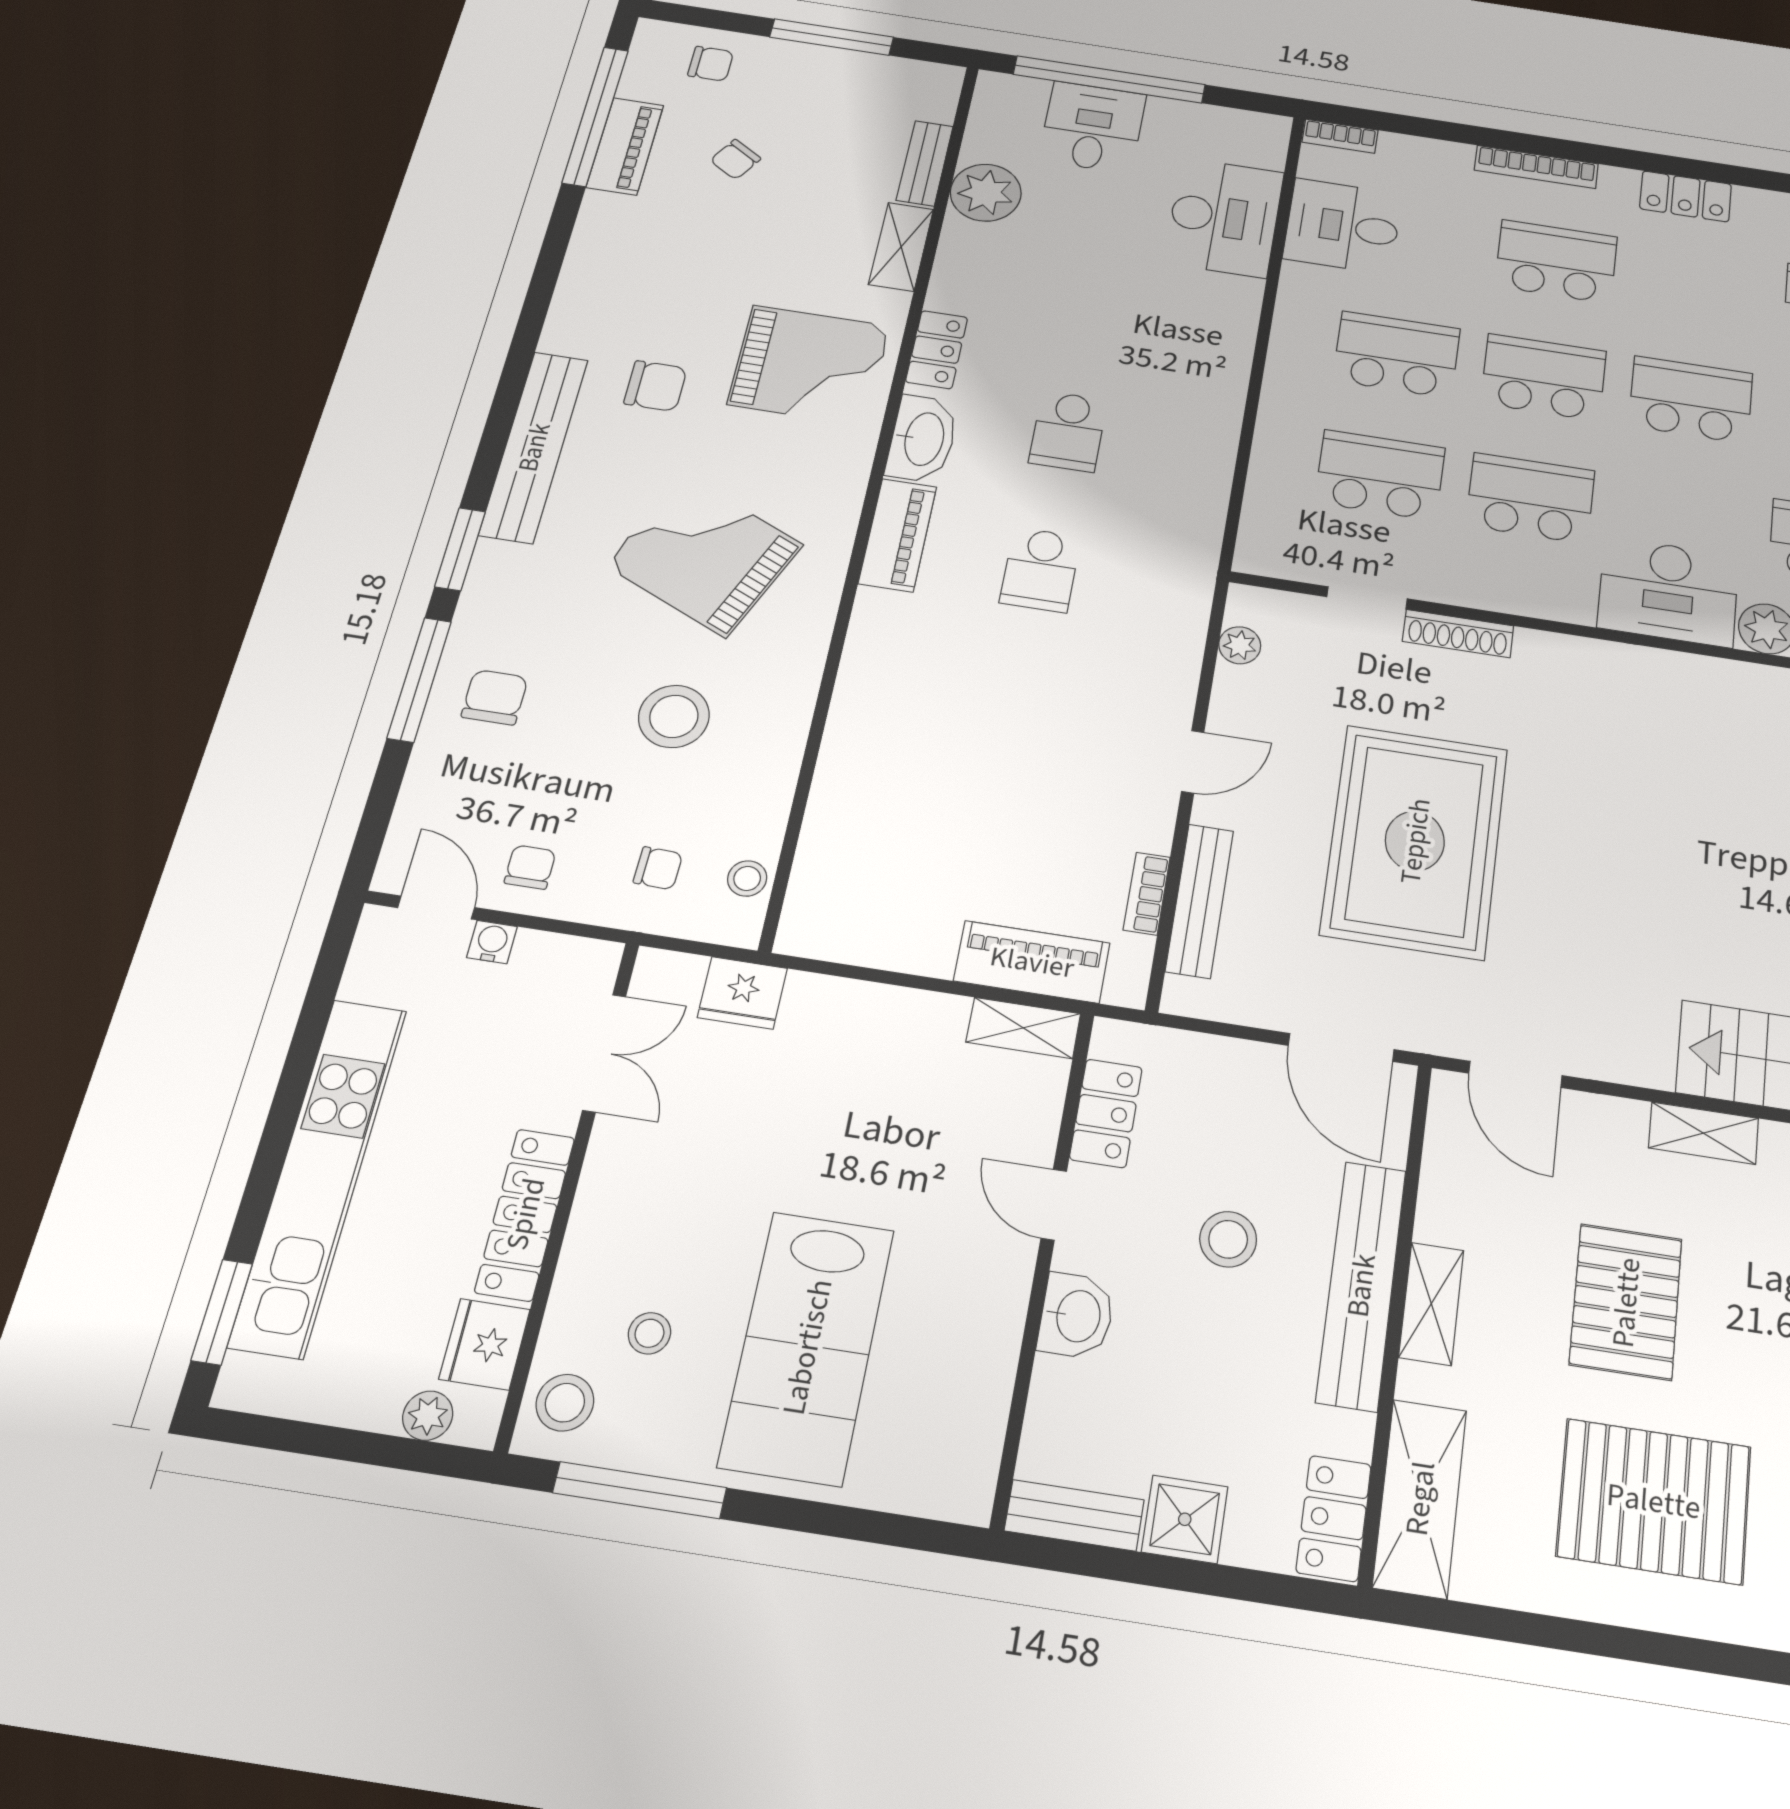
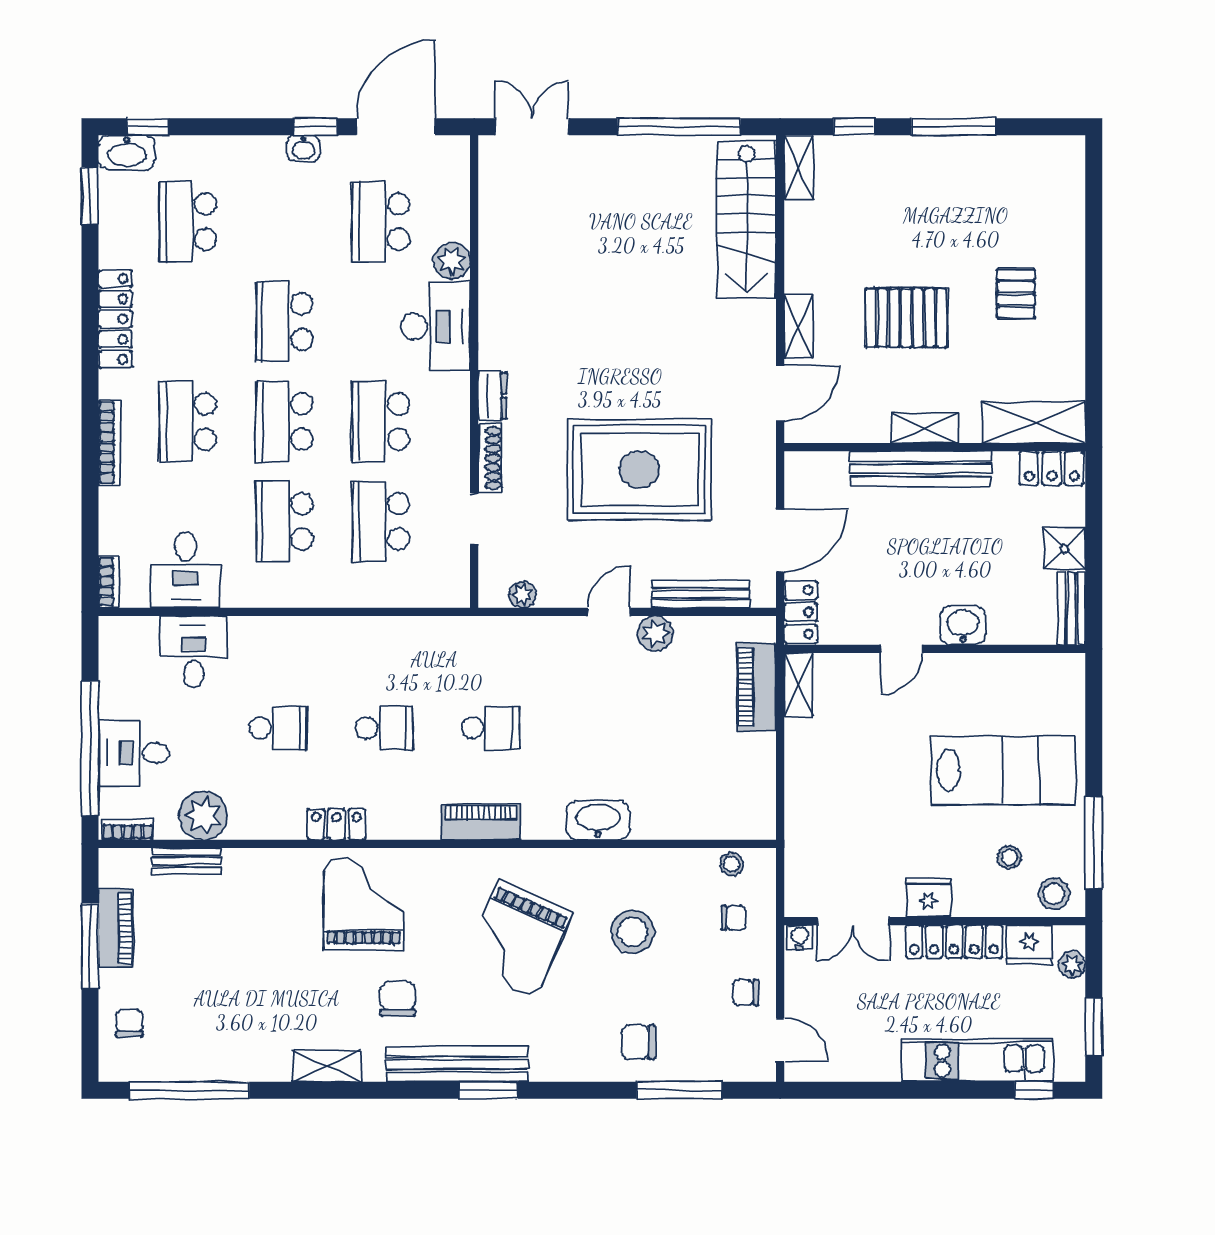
piano: (625, 146) -> (116, 929), moved, turned 90
chair: (735, 159) -> (208, 989), removed
locker: (1686, 196) -> (115, 319), width x1.53
desk: (1224, 217) -> (193, 652), width x0.73
shelving: (901, 247) -> (327, 1066), moved
school desk: (1095, 300) -> (278, 728), added
washbasin: (922, 439) -> (598, 820), moved
window: (460, 549) -> (488, 1090), moved
dresser: (1554, 652) -> (492, 396), added
window: (419, 680) -> (679, 1090), moved
door: (1193, 762) -> (609, 612), hinge flipped
plant: (1147, 823) -> (655, 633), added
chair: (658, 868) -> (734, 918), turned 88
bookcase: (1147, 894) -> (128, 829), moved, turned 180
door: (436, 908) -> (780, 1040), swing flipped
water cooler: (492, 942) -> (800, 937), moved, turned 90
fridge: (742, 993) -> (928, 898), moved, turned -90
door: (1341, 1047) -> (780, 541), moved
double door: (604, 1053) -> (853, 921), swing flipped
locker: (1106, 1113) -> (801, 612), moved, turned 90
shelving: (1704, 1133) -> (798, 326), moved
kitchen unit: (319, 1175) -> (977, 1061), width x0.73
stool: (1228, 1239) -> (906, 547), removed
window: (222, 1312) -> (1034, 1090), width x0.67
window: (304, 1438) -> (1094, 1027), added
pallet: (1654, 1501) -> (1016, 294), width x0.49, depth x0.50

